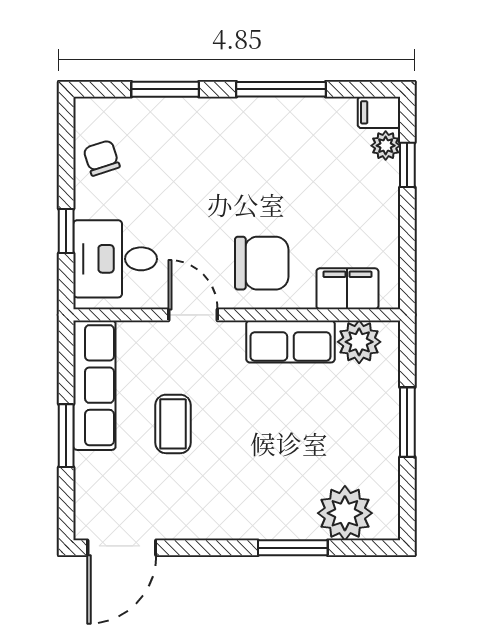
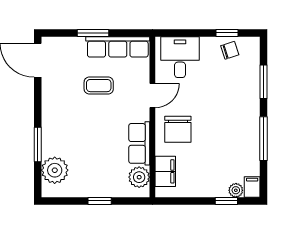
window: (66, 231) -> (227, 33), moved
window: (407, 422) -> (100, 201), width x0.67

